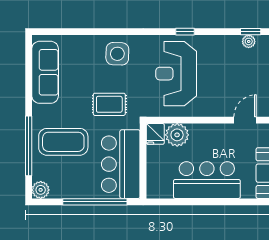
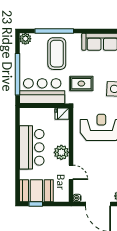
rug: (109, 104) -> (81, 84), turned 90
plant: (177, 135) -> (61, 152), moved

